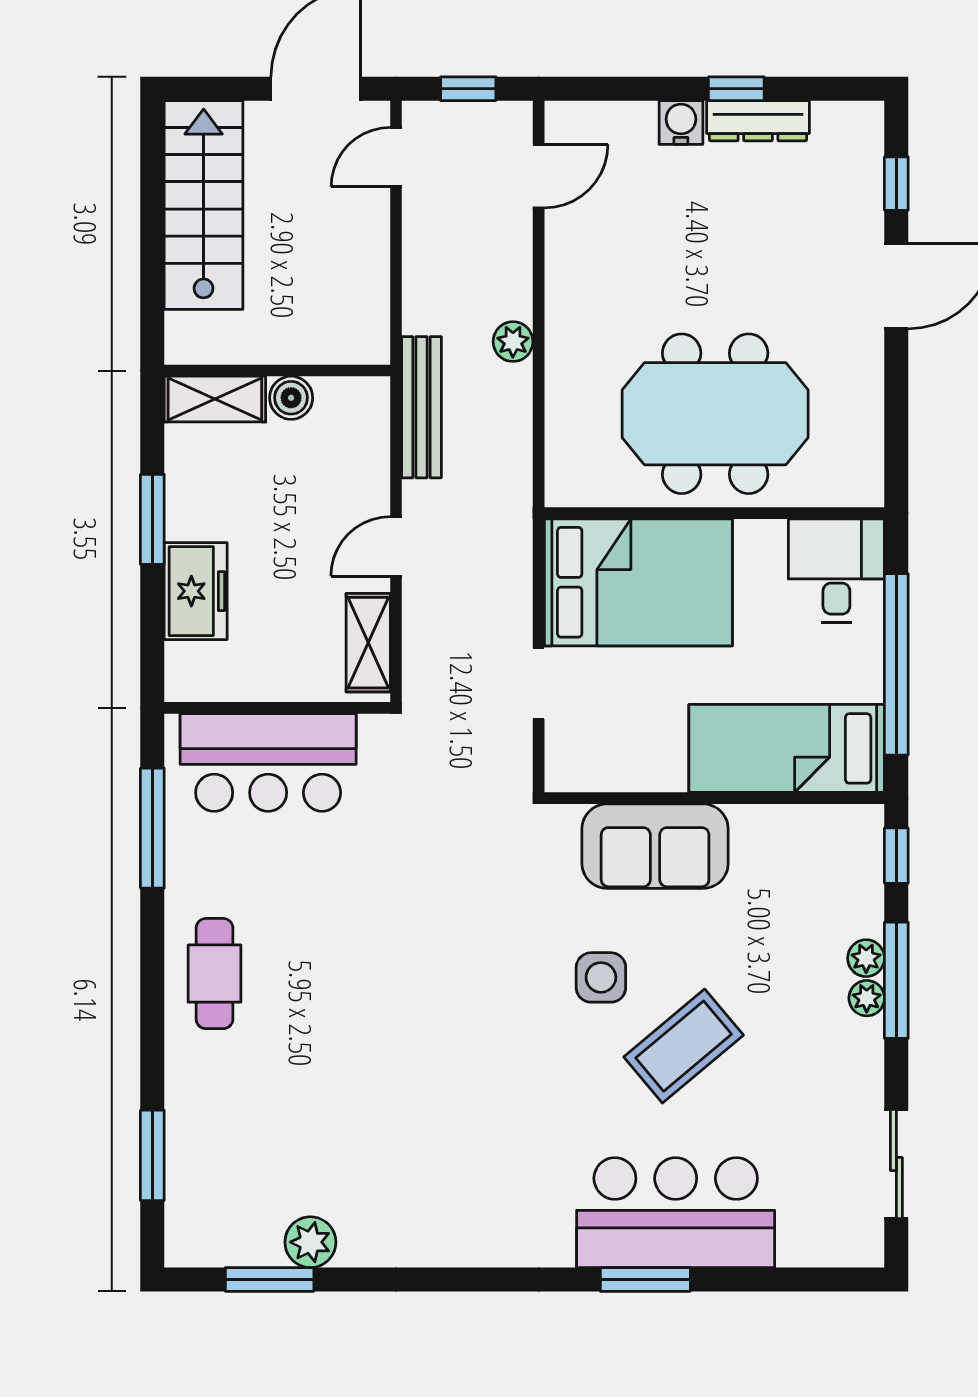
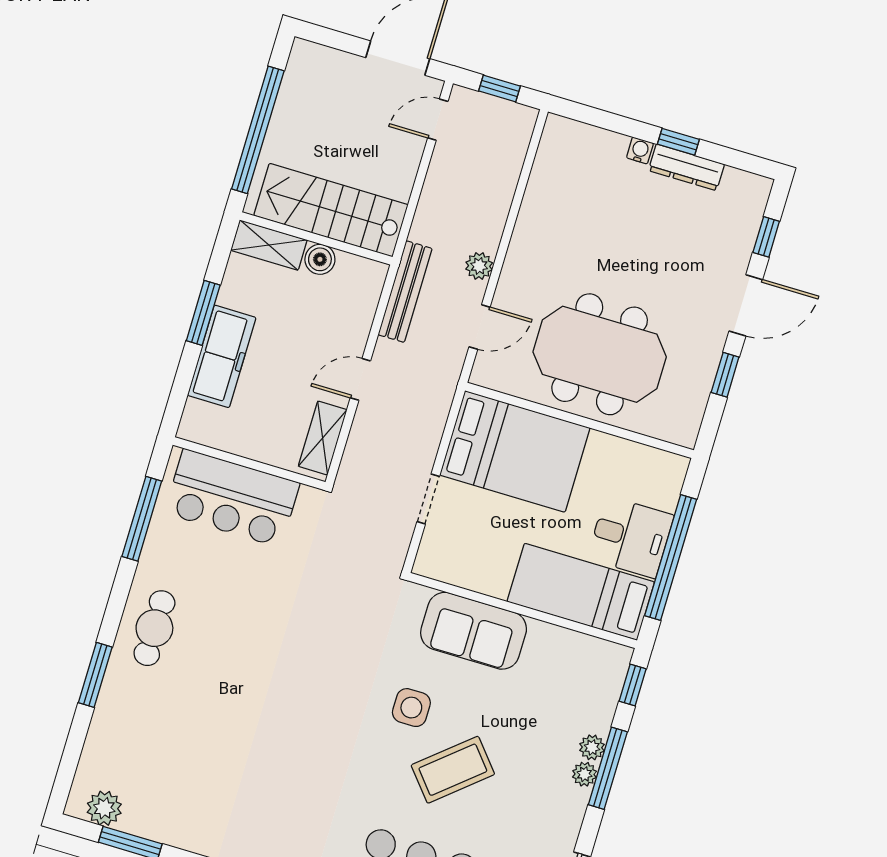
water cooler: (681, 123) -> (640, 150), width x0.72, depth x0.72
door: (539, 176) -> (480, 327), moved
stairs: (204, 205) -> (331, 210), moved, turned -90
window: (152, 245) -> (258, 130), added
window: (896, 390) -> (725, 375), added
desk: (836, 571) -> (630, 537), moved, turned 90
freezer: (196, 591) -> (222, 356), width x1.40
window: (152, 1155) -> (95, 675), moved
plant: (310, 1242) -> (104, 808), moved

